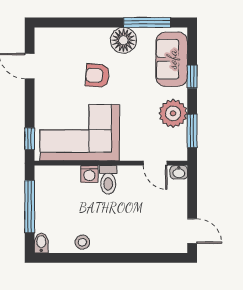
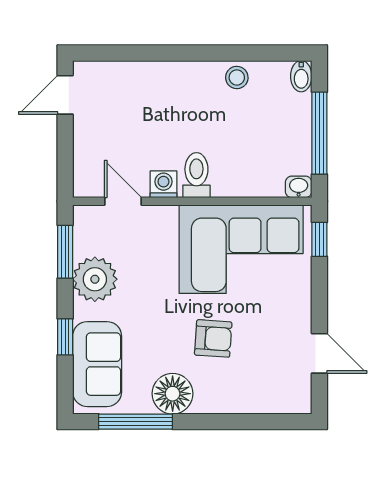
washbasin: (179, 172) -> (299, 187), moved
washing machine: (89, 174) -> (163, 184), moved
door: (192, 231) -> (65, 95), hinge flipped

